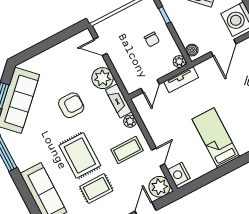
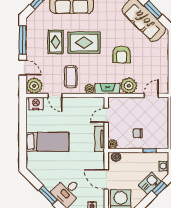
door: (150, 86) -> (106, 115), hinge flipped

